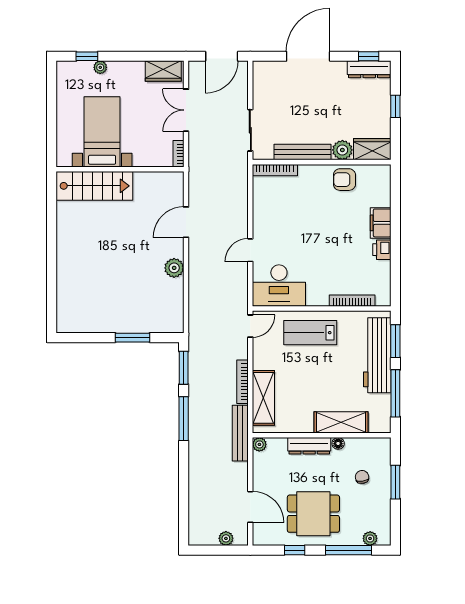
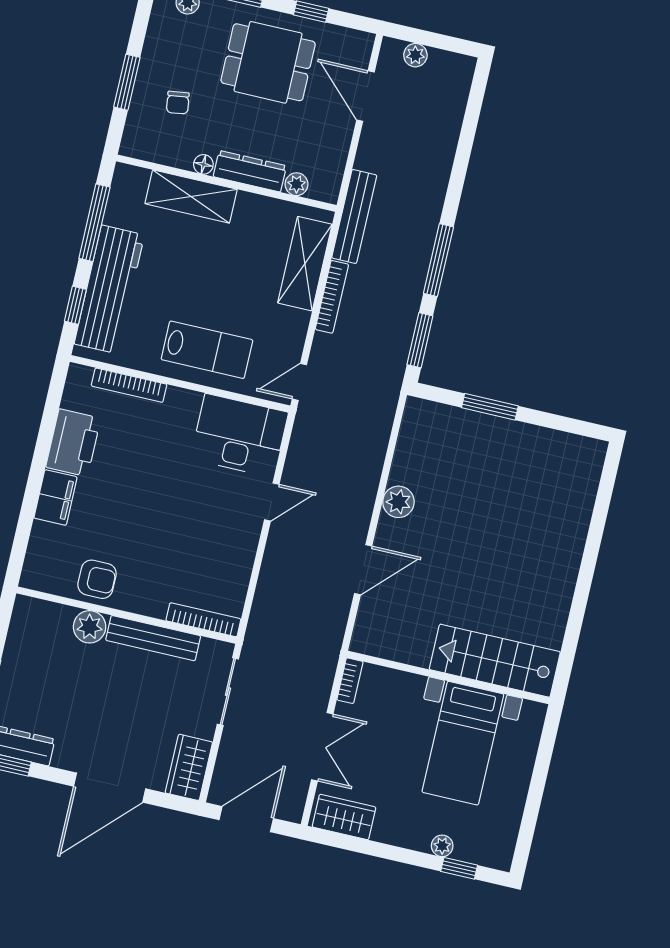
wardrobe: (372, 149) -> (189, 767), moved, turned 90
printer: (382, 250) -> (73, 443), width x1.87, depth x1.48
window: (395, 341) -> (75, 305), width x0.67
plant: (259, 444) -> (296, 184), moved

